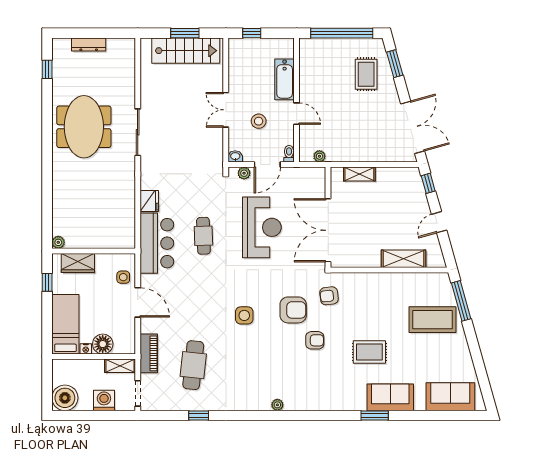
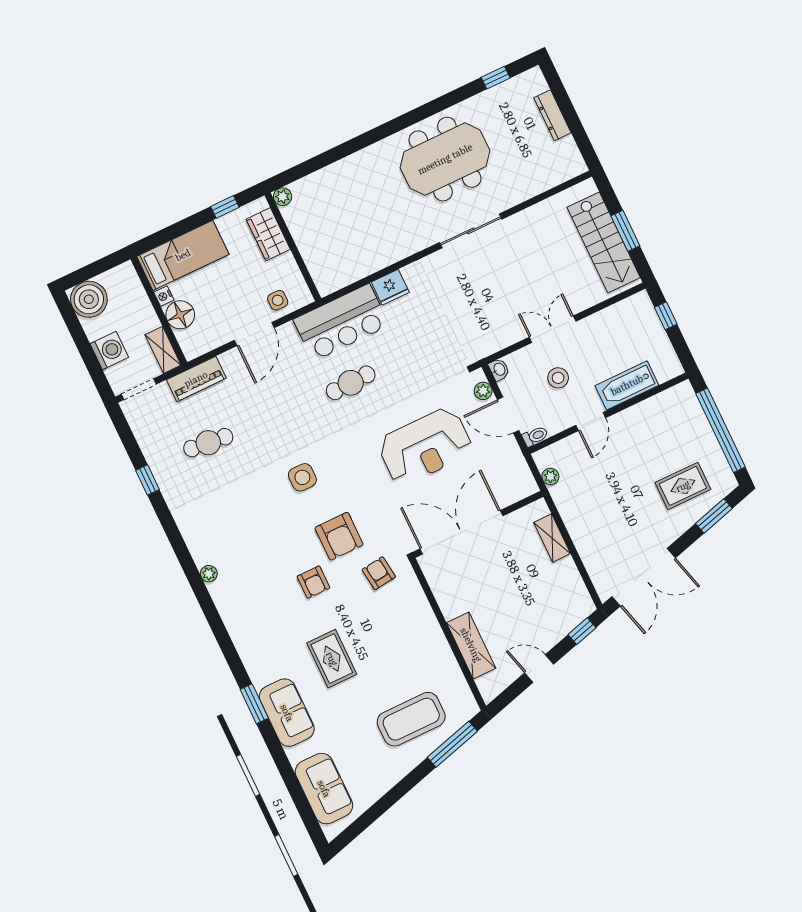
cafe table: (203, 236) -> (351, 383), moved
coffee table: (432, 320) -> (411, 719), turned 90
cafe table: (193, 365) -> (208, 443), width x0.73, depth x0.74

